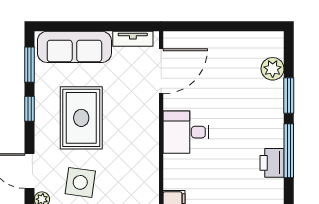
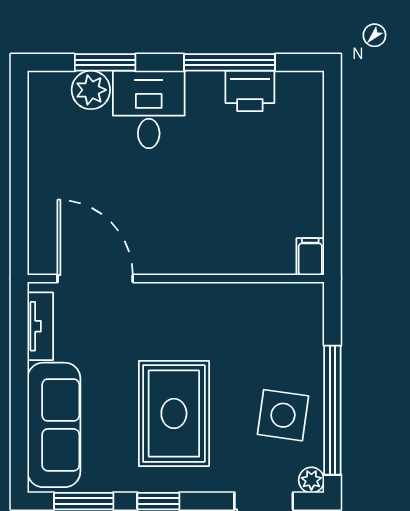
window: (289, 96) -> (105, 62), moved
rug: (81, 118) -> (174, 413), turned 90
desk: (186, 132) -> (149, 109), moved, turned 180

